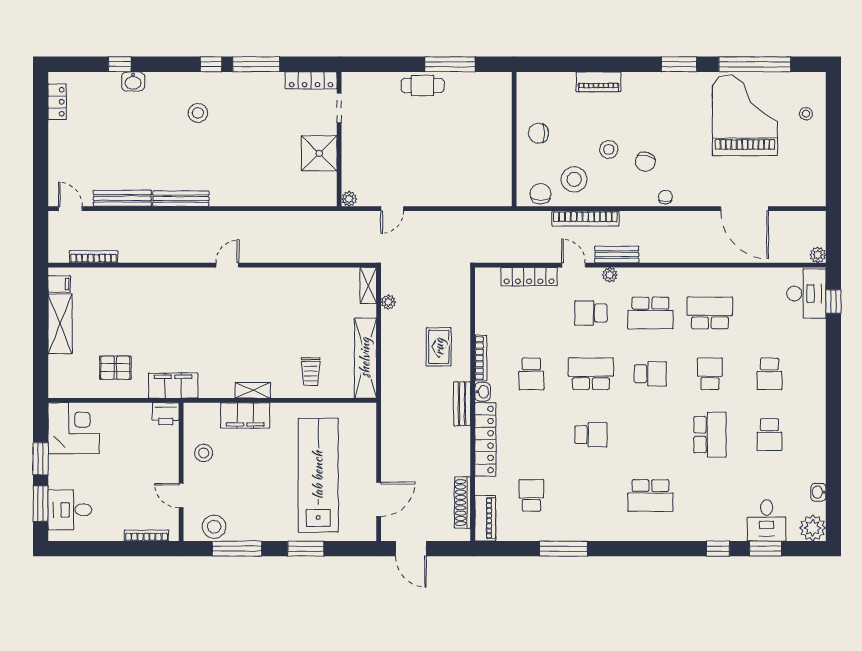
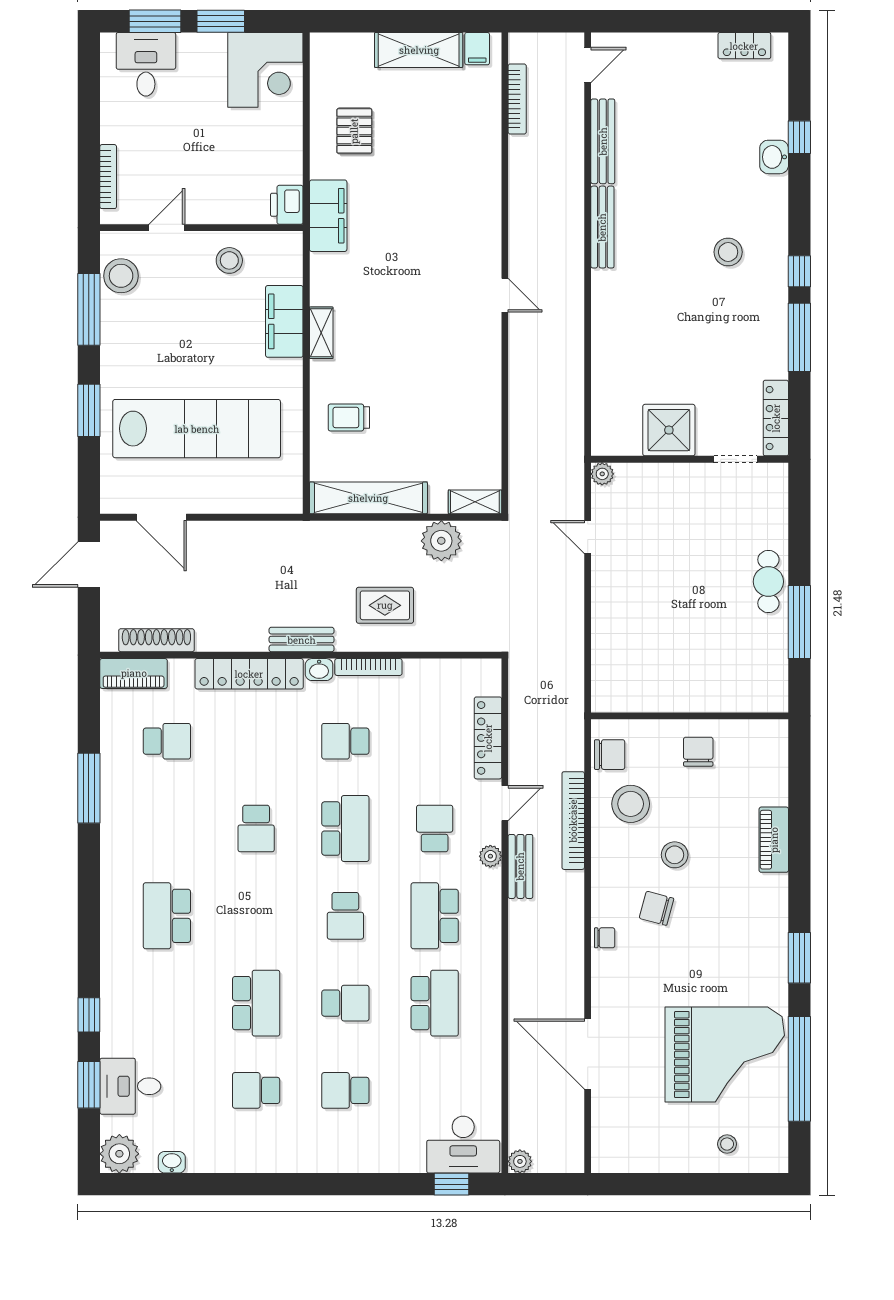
door: (745, 209) -> (588, 1054), hinge flipped
plant: (388, 302) -> (441, 541), width x1.88, depth x1.88
school desk: (710, 435) -> (256, 1003), turned -90

